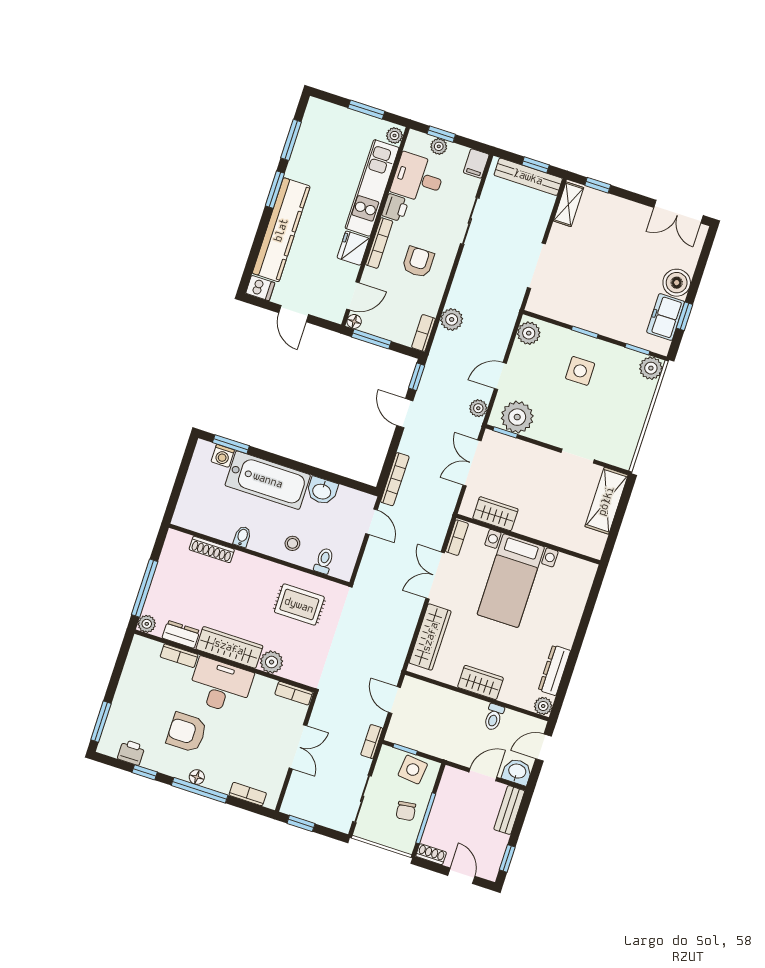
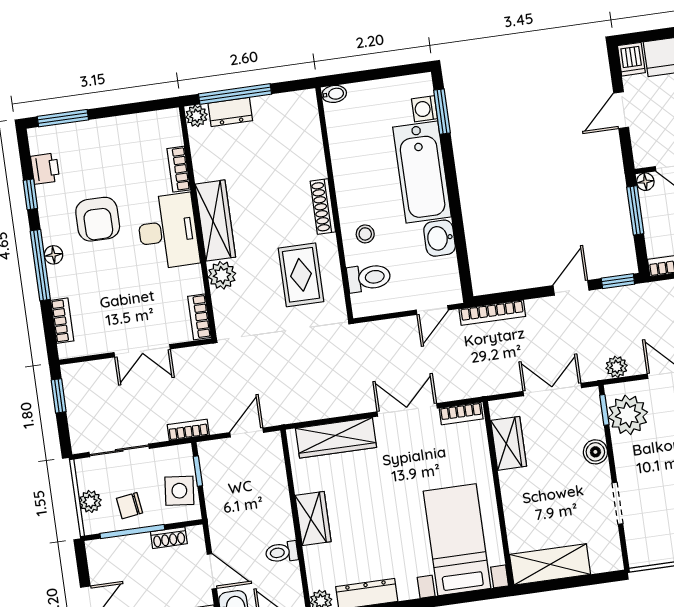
boiler: (533, 454) -> (595, 452), added
shelving: (606, 501) -> (550, 564), moved
bidet: (242, 537) -> (334, 94), moved
shoe rack: (212, 549) -> (323, 206), moved
toilet: (324, 561) -> (369, 278), width x1.37, depth x1.39
bed with nightstands: (511, 581) -> (457, 540), moved, turned 90
dresser: (181, 634) -> (230, 112), moved, turned 90
armchair: (187, 732) -> (98, 219), turned 180
plant: (389, 838) -> (90, 501), added
shoe rack: (431, 854) -> (169, 538), moved, turned 90

